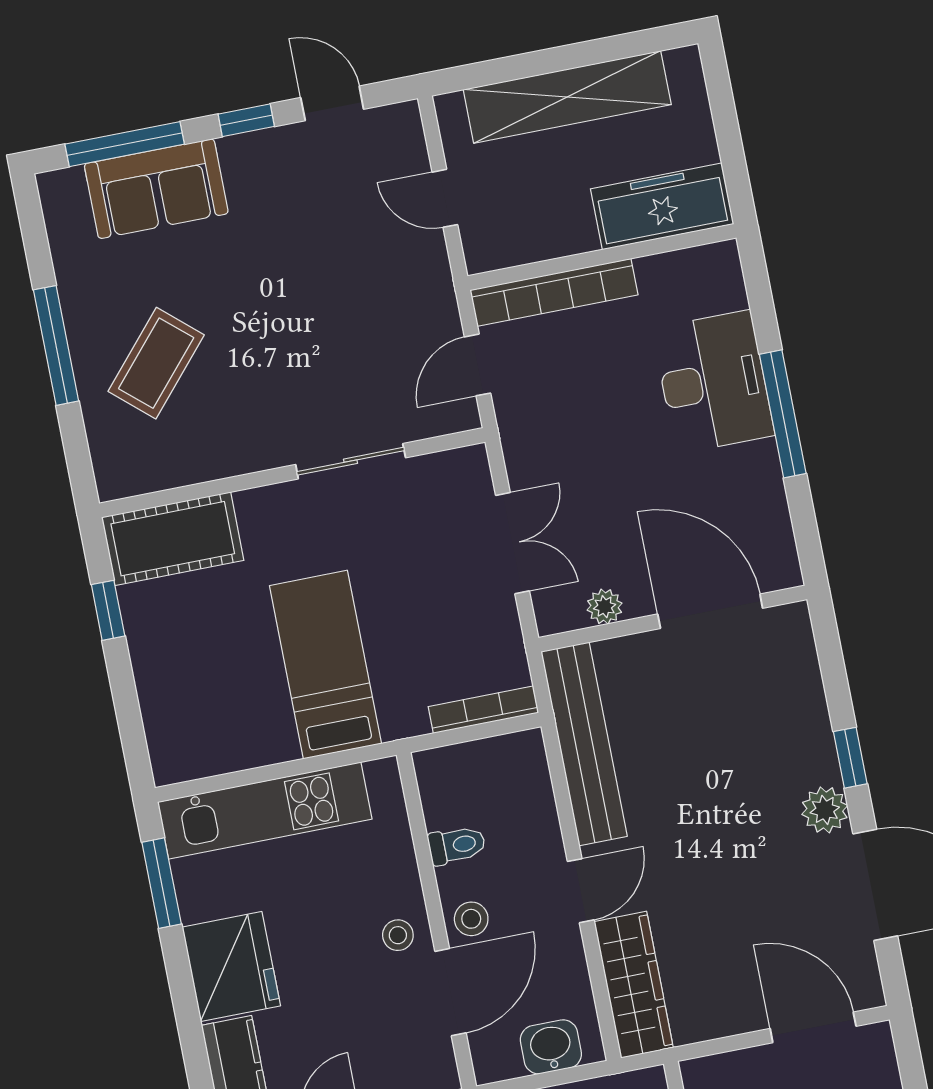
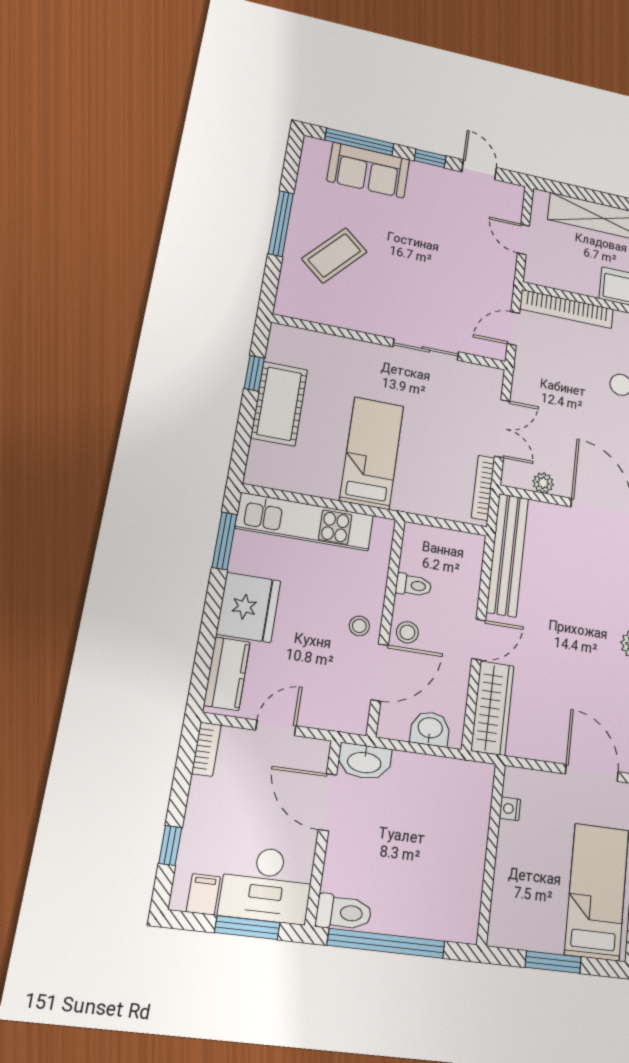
cot: (173, 539) -> (279, 404), moved, turned 90
bookcase: (483, 710) -> (483, 488), moved, turned -90

